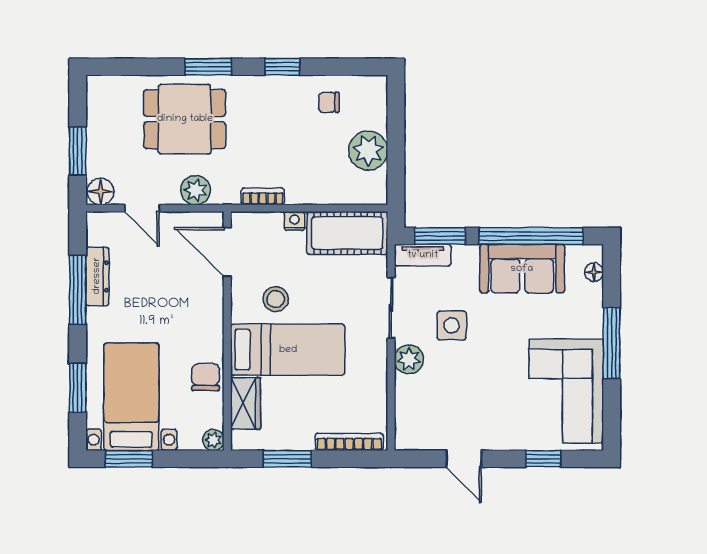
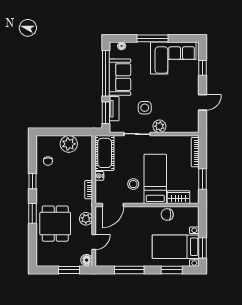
tv unit: (423, 255) -> (114, 109), moved
dresser: (97, 276) -> (123, 261), removed
plant: (213, 440) -> (194, 211), removed

